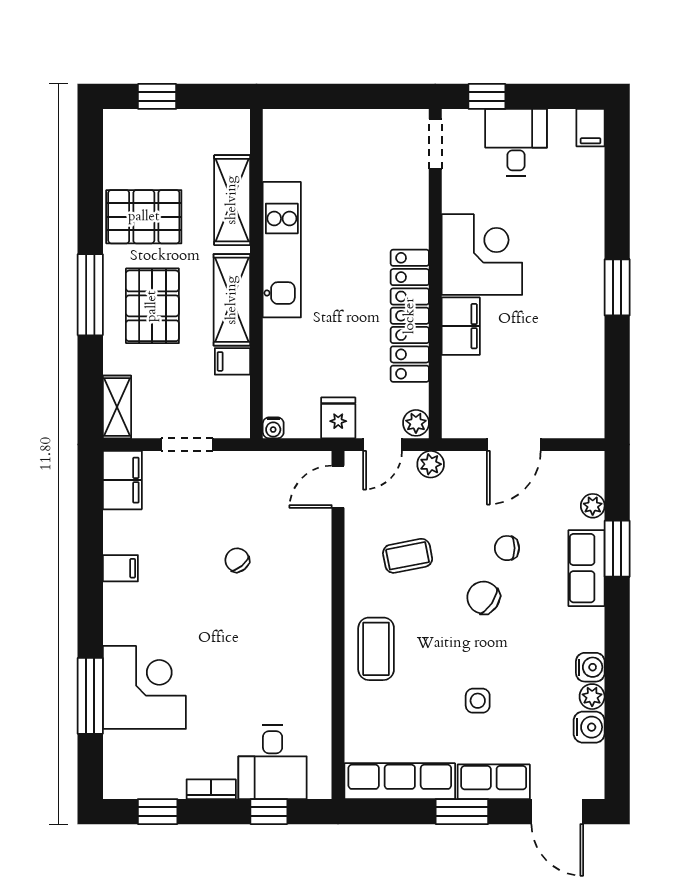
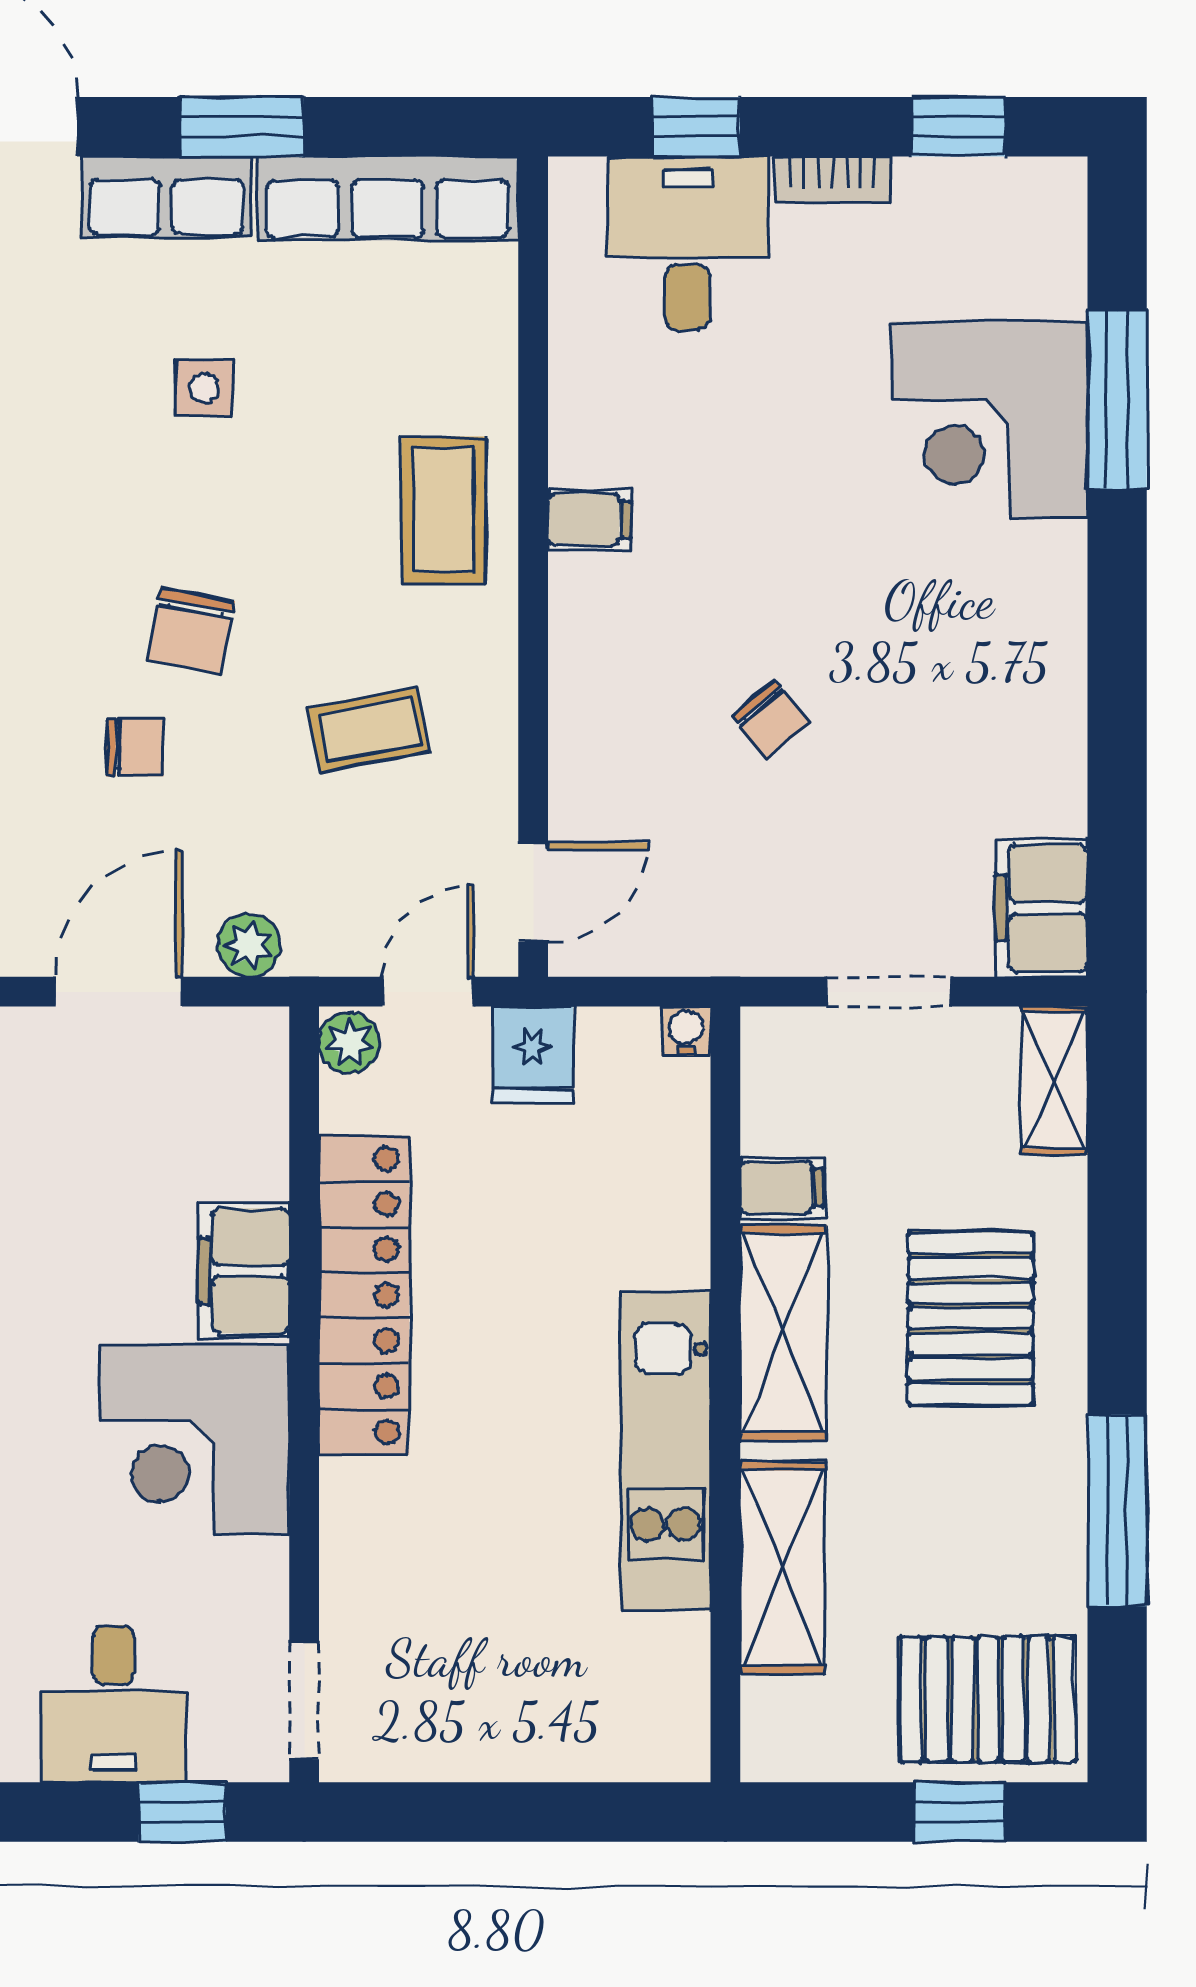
pallet: (144, 217) -> (988, 1699), moved
window: (90, 295) -> (1117, 1510), moved
plant: (431, 464) -> (249, 945), moved
filing cabinet: (120, 568) -> (589, 520), moved, turned 180
chair: (483, 598) -> (191, 631), turned 67

